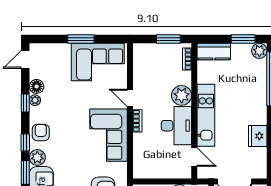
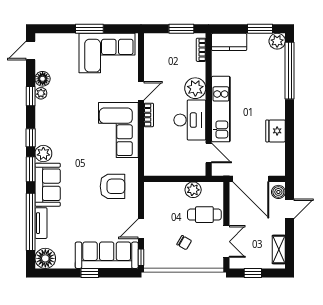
door: (130, 98) -> (141, 91), swing flipped
armchair: (41, 132) -> (47, 127), removed

